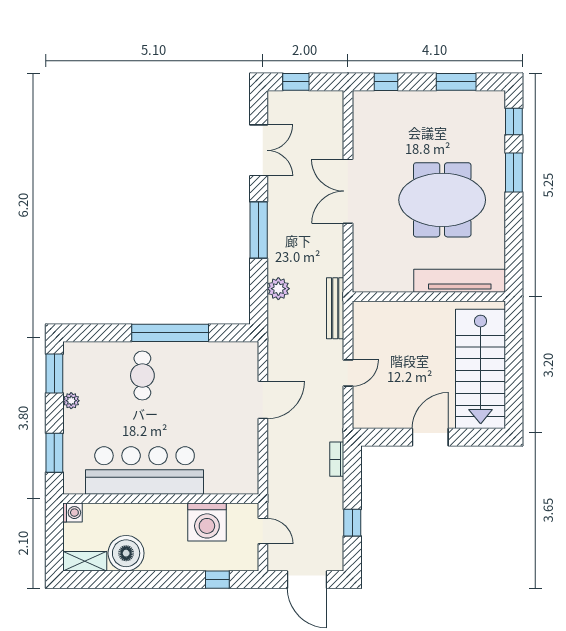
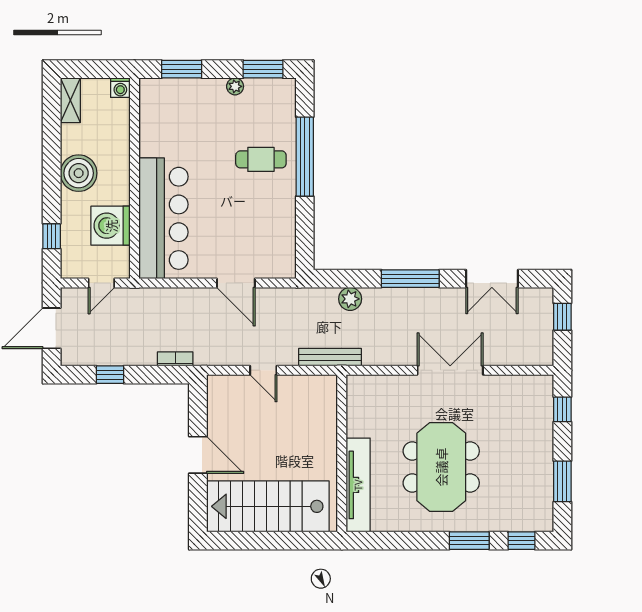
window: (170, 333) -> (305, 157), moved
bar counter: (145, 471) -> (163, 218), moved
boiler: (126, 553) -> (79, 173), moved

